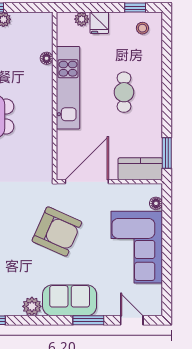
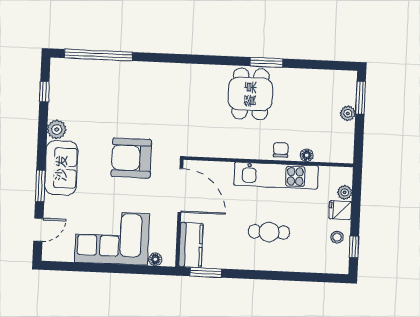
stool: (142, 28) -> (337, 237), moved
chair: (42, 84) -> (281, 150), added
armchair: (57, 231) -> (131, 158), turned 66

